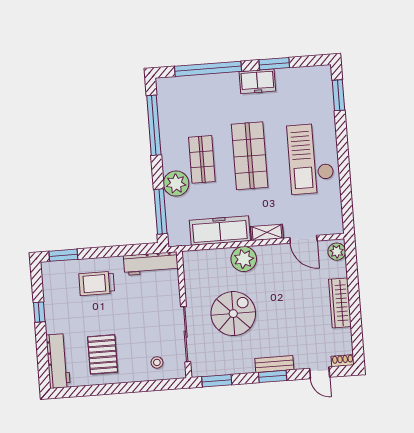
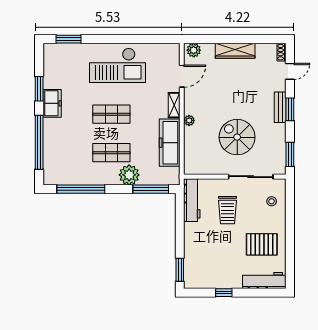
shop shelf: (250, 156) -> (111, 114), width x0.70, depth x0.74
plant: (244, 259) -> (189, 120), width x0.53, depth x0.53
trolley: (97, 283) -> (227, 210), moved

